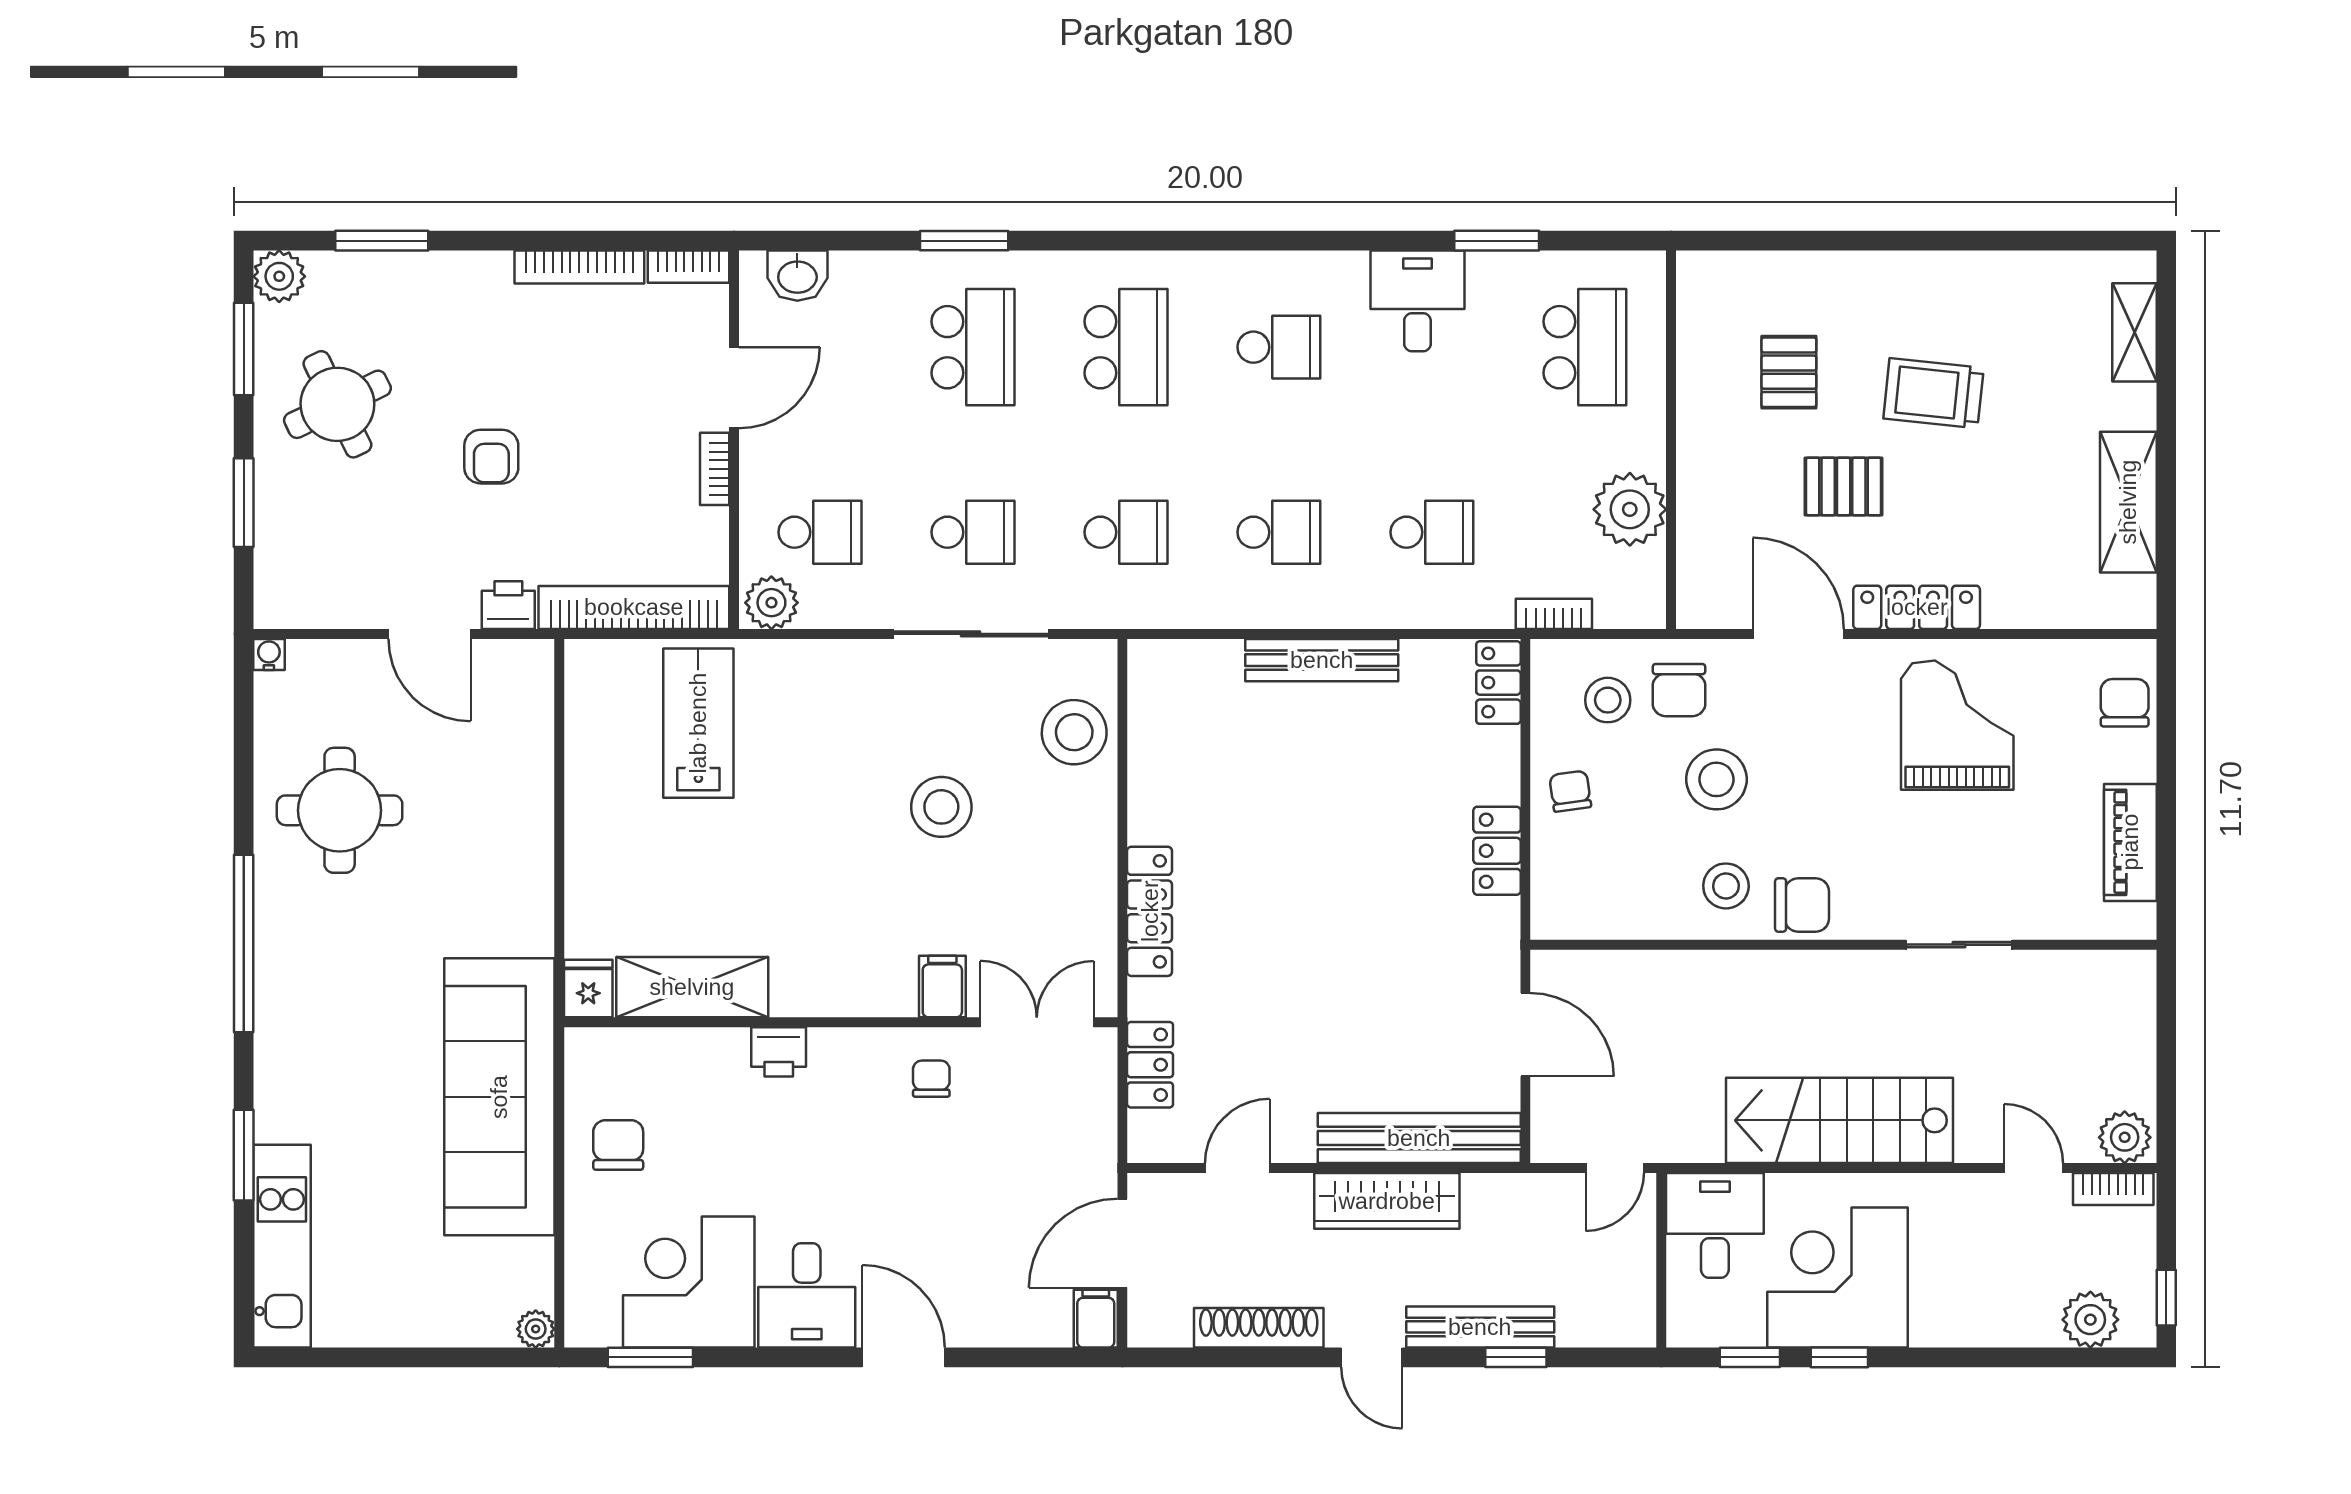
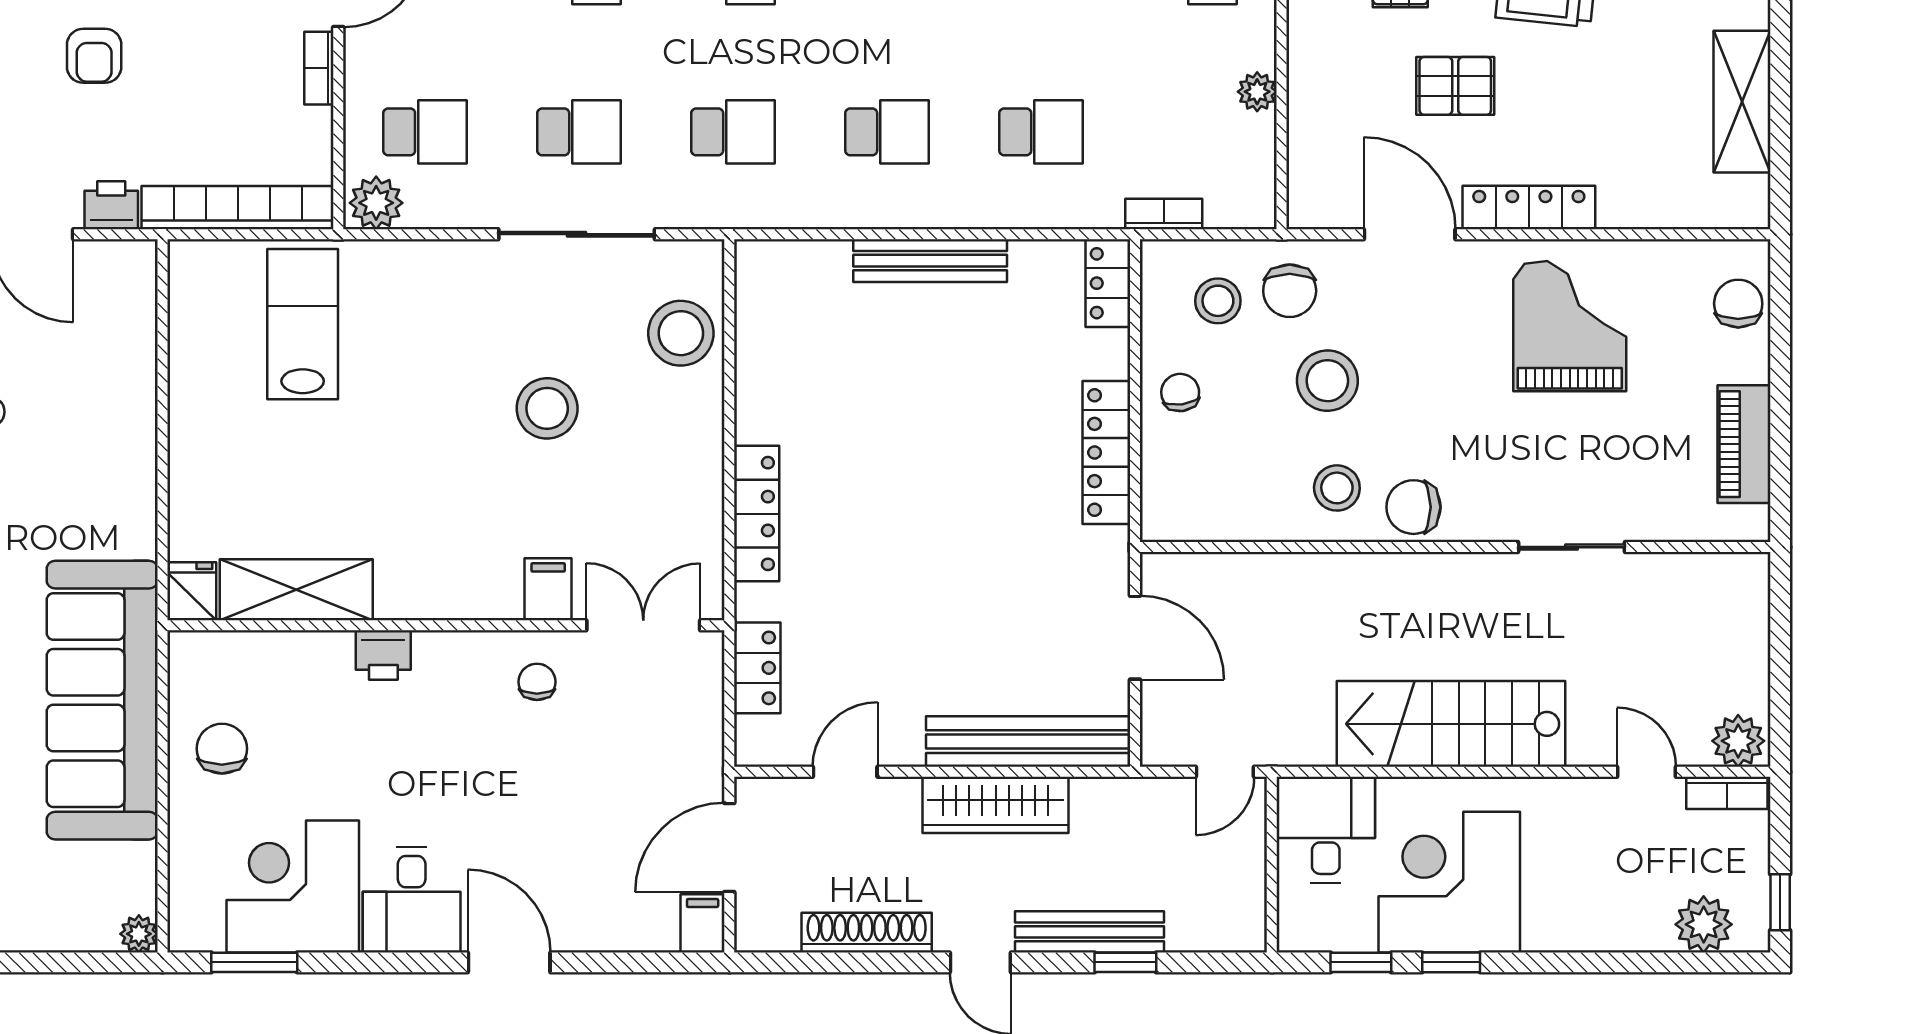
plant: (1630, 509) -> (1257, 92), width x0.53, depth x0.53
locker: (1497, 851) -> (1106, 453), width x1.53
chair: (1802, 905) -> (1413, 507), turned 180

